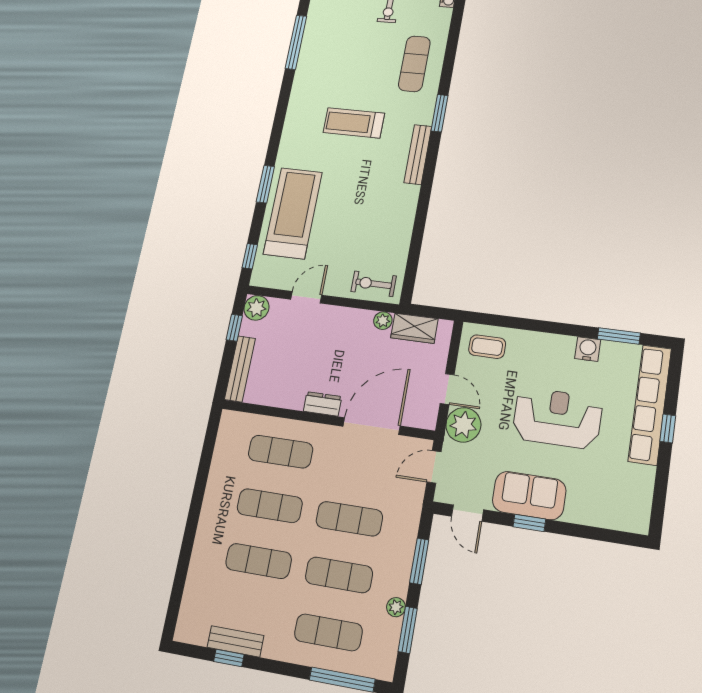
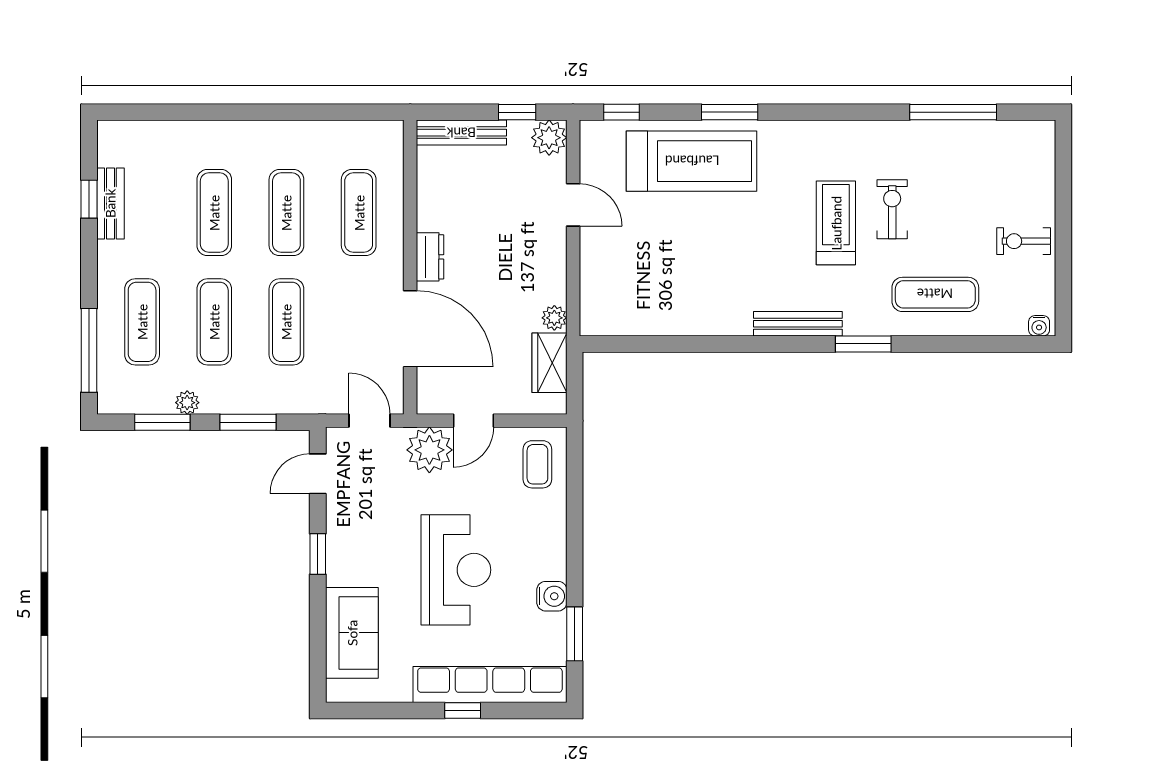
exercise bike: (374, 284) -> (892, 209), moved
sofa: (529, 495) -> (352, 633), moved

